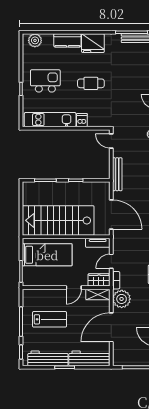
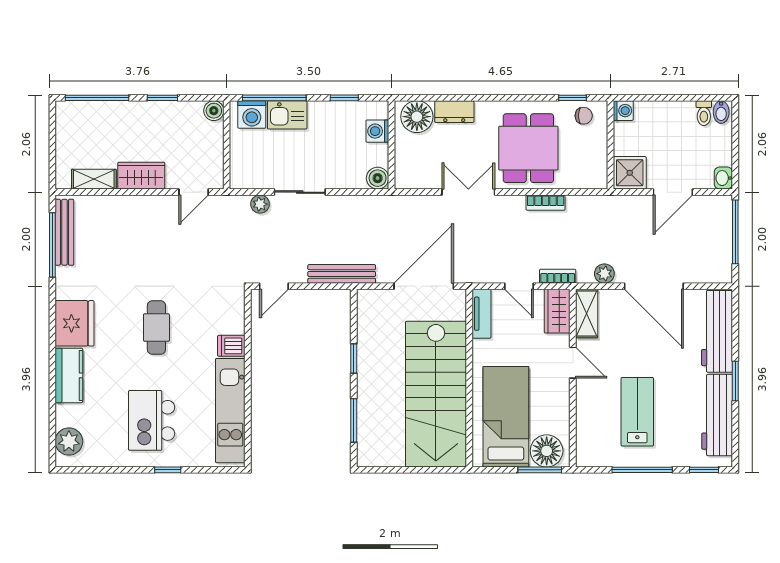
floor lamp: (30, 275) -> (547, 451), added
plant: (122, 299) -> (604, 274), width x0.53, depth x0.53

